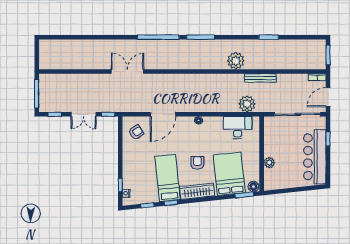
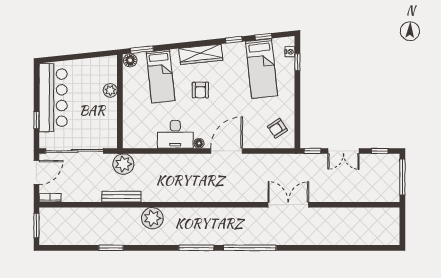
double door: (127, 71) -> (288, 205), swing flipped
plant: (247, 104) -> (123, 164), moved
double door: (84, 114) -> (343, 151), swing flipped
door: (163, 114) -> (226, 151), moved
desk: (238, 128) -> (175, 134), moved
bed: (229, 174) -> (161, 76), width x0.67
bed: (168, 178) -> (262, 69), moved

